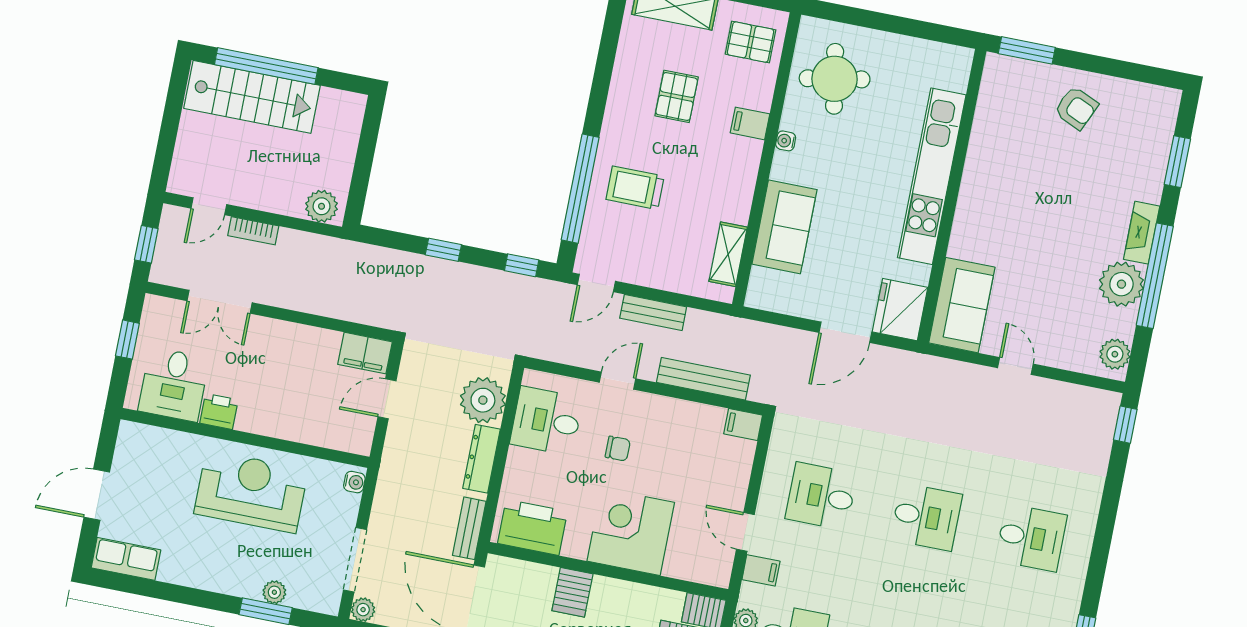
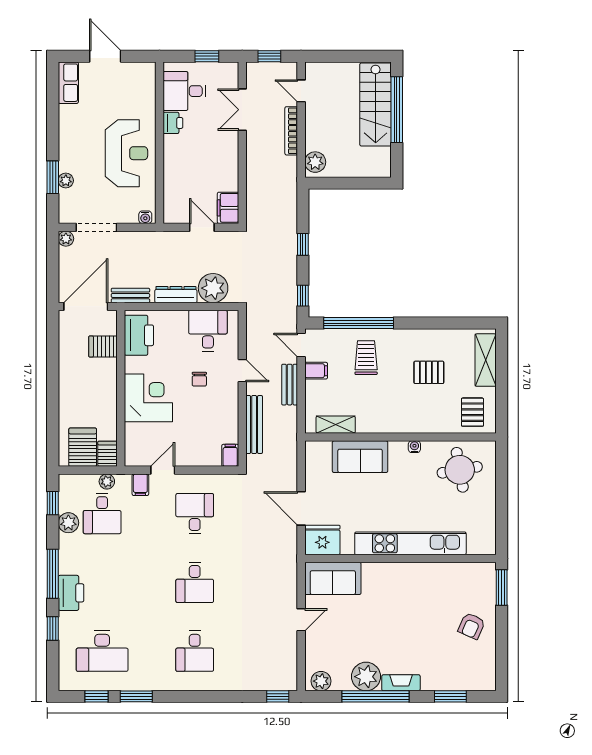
filing cabinet: (750, 123) -> (316, 371), moved, turned 90
bookcase: (253, 231) -> (291, 131), width x1.56
server rack: (572, 592) -> (103, 346), moved

